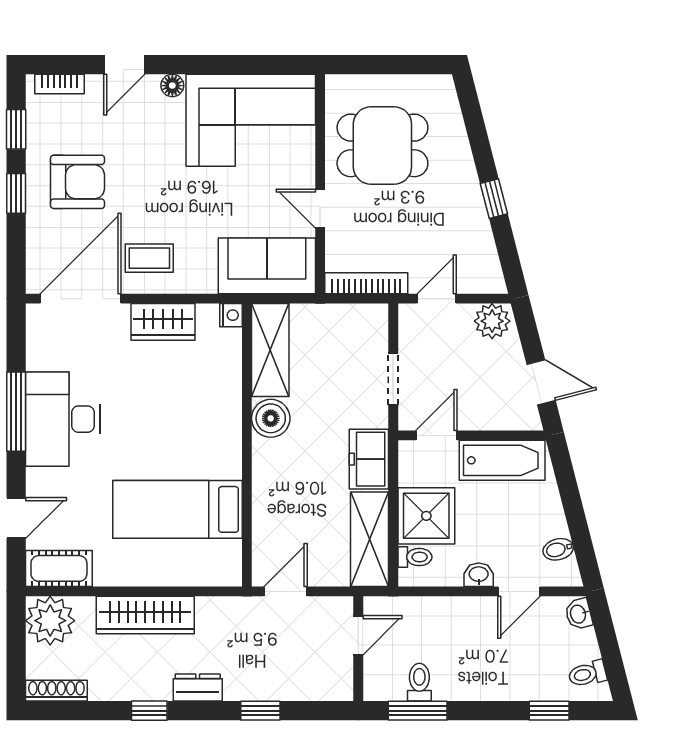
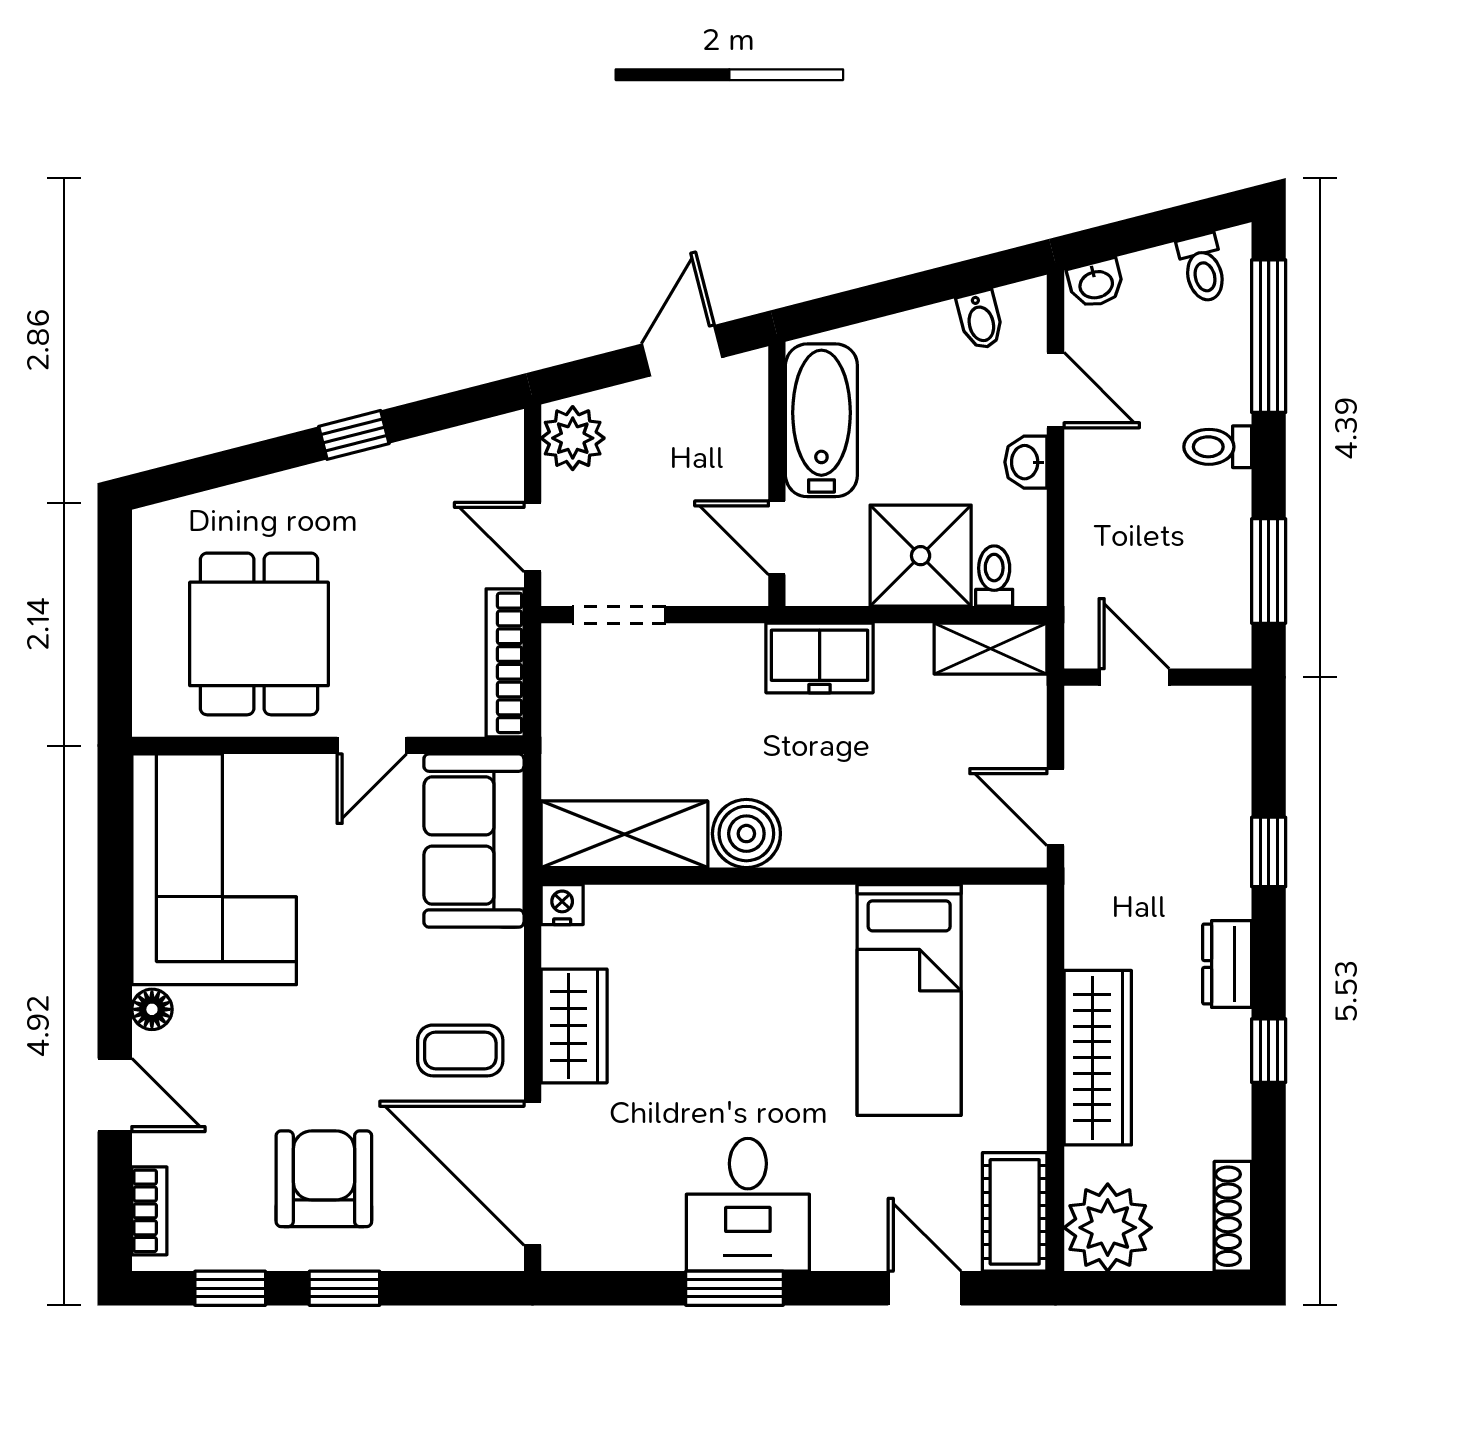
coffee table: (149, 258) -> (460, 1050), turned 90
doorway: (393, 379) -> (619, 615), moved
window: (16, 412) -> (734, 1288), width x0.69
desk: (63, 419) -> (748, 1205), width x0.73
shelving: (370, 539) -> (991, 649), width x0.67, depth x0.75
toilet: (419, 682) -> (1218, 447), moved
window: (549, 711) -> (1269, 336), width x2.17

